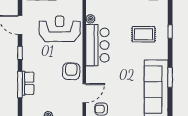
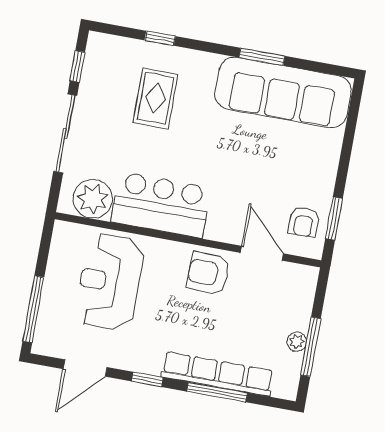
plant: (90, 19) -> (93, 199), width x1.87, depth x1.87
row of seats: (28, 83) -> (217, 374), width x2.02

